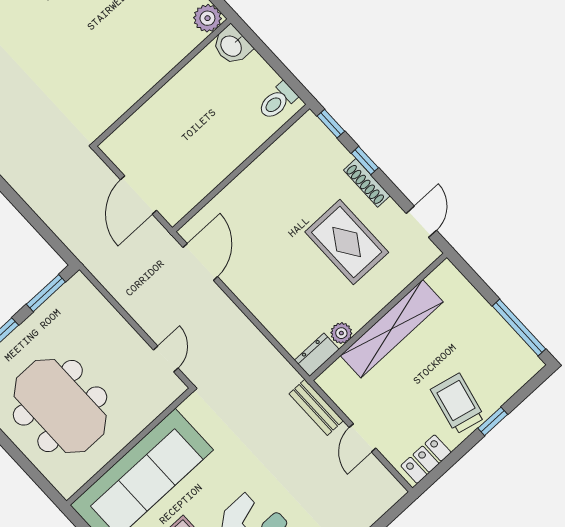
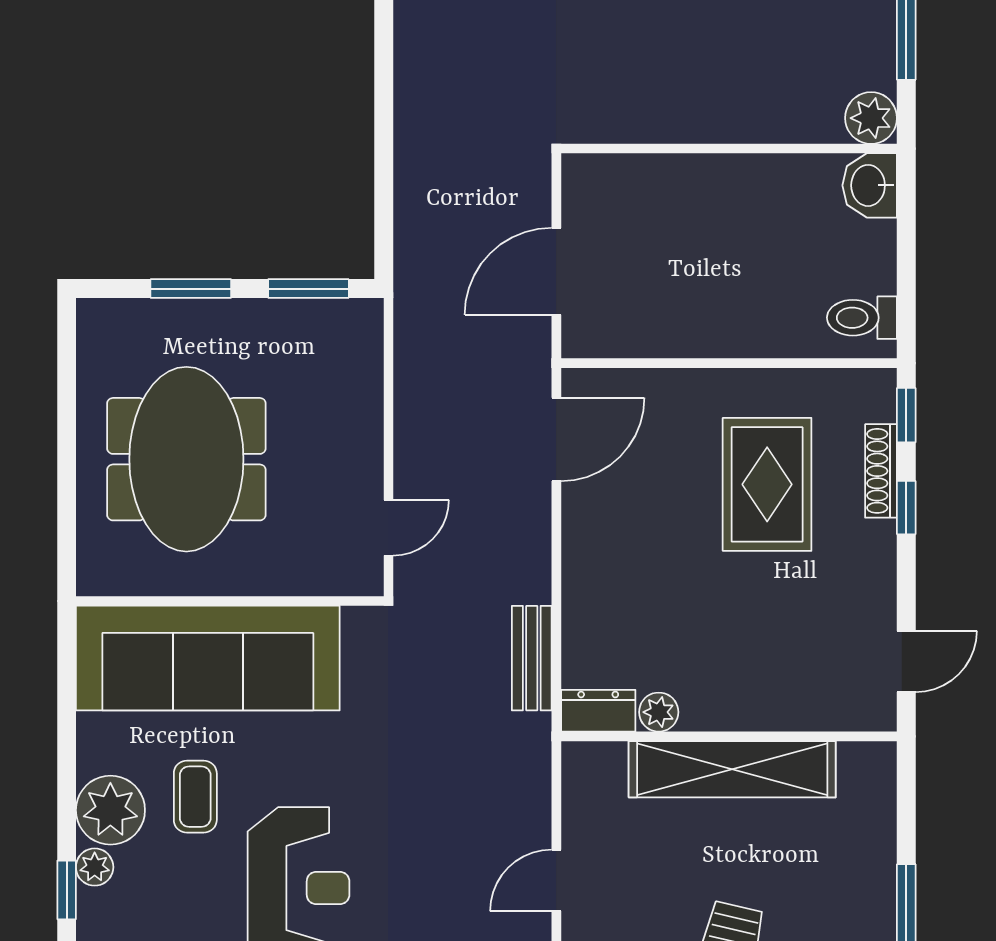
shoe rack: (367, 183) -> (881, 471), moved
rug: (347, 242) -> (767, 484), moved
bench: (316, 407) -> (532, 658), moved

